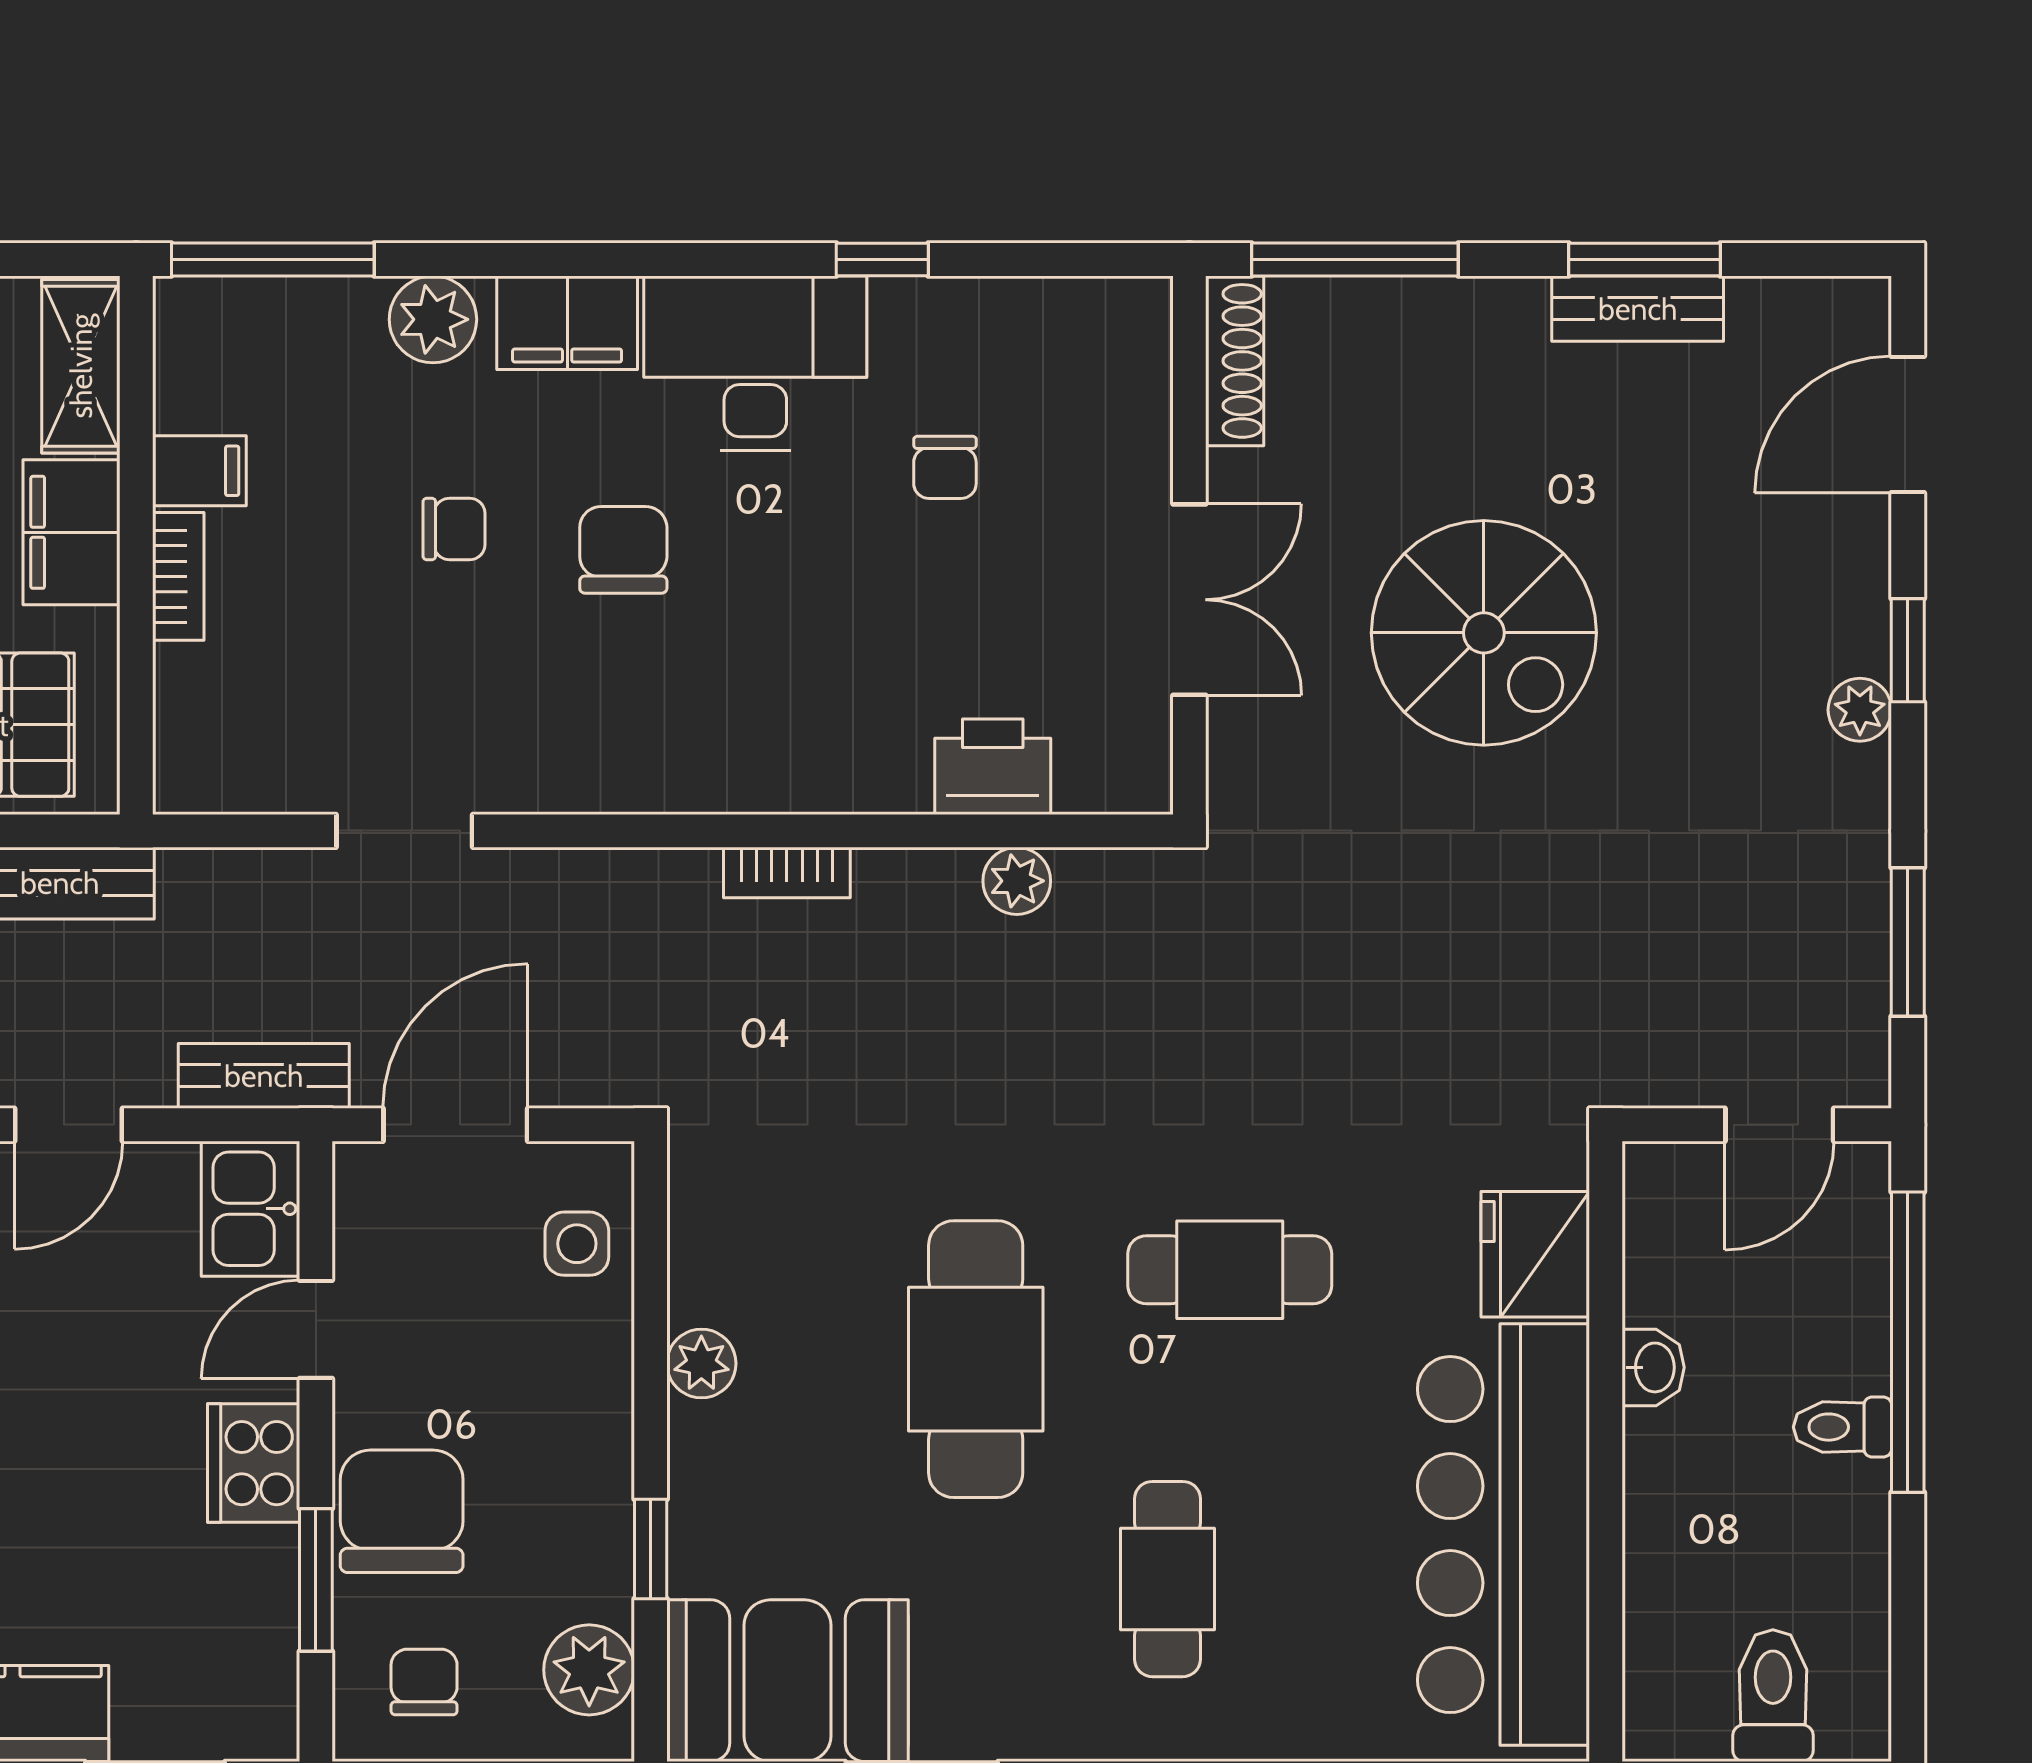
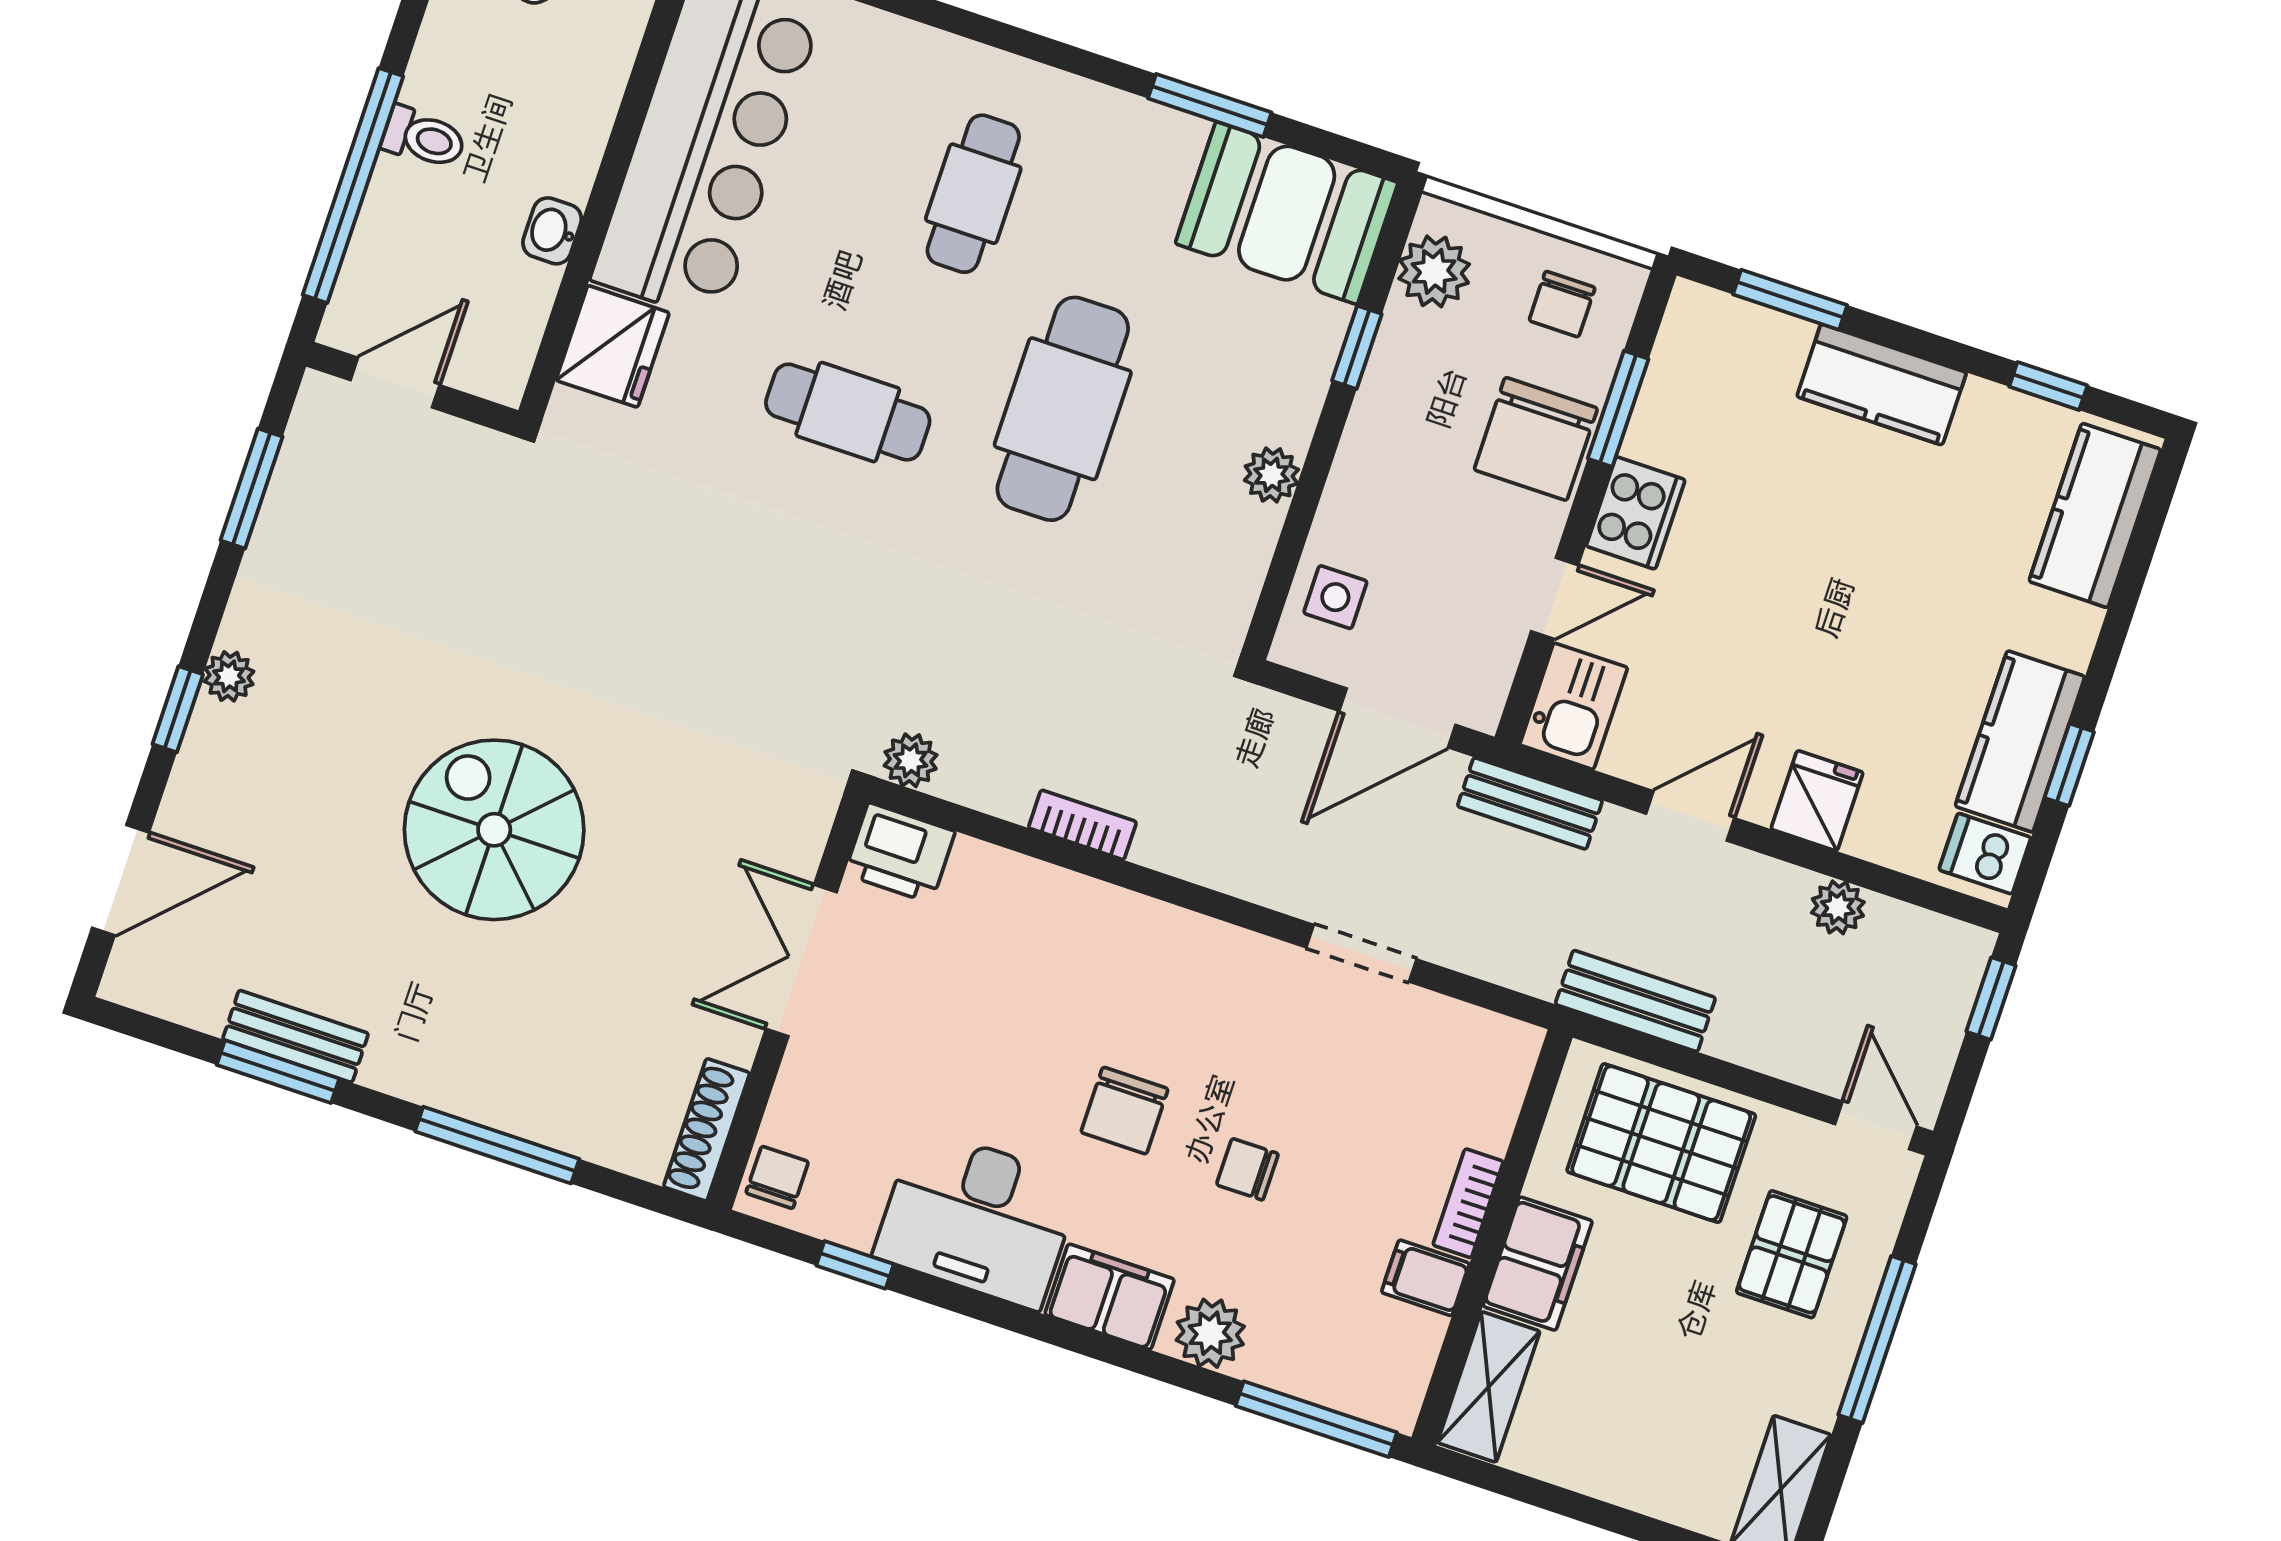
shoe rack: (1235, 361) -> (707, 1130), moved
chair: (945, 467) -> (777, 1177), moved
wall: (1189, 545) -> (788, 1002), moved
double door: (1189, 600) -> (801, 961), moved

